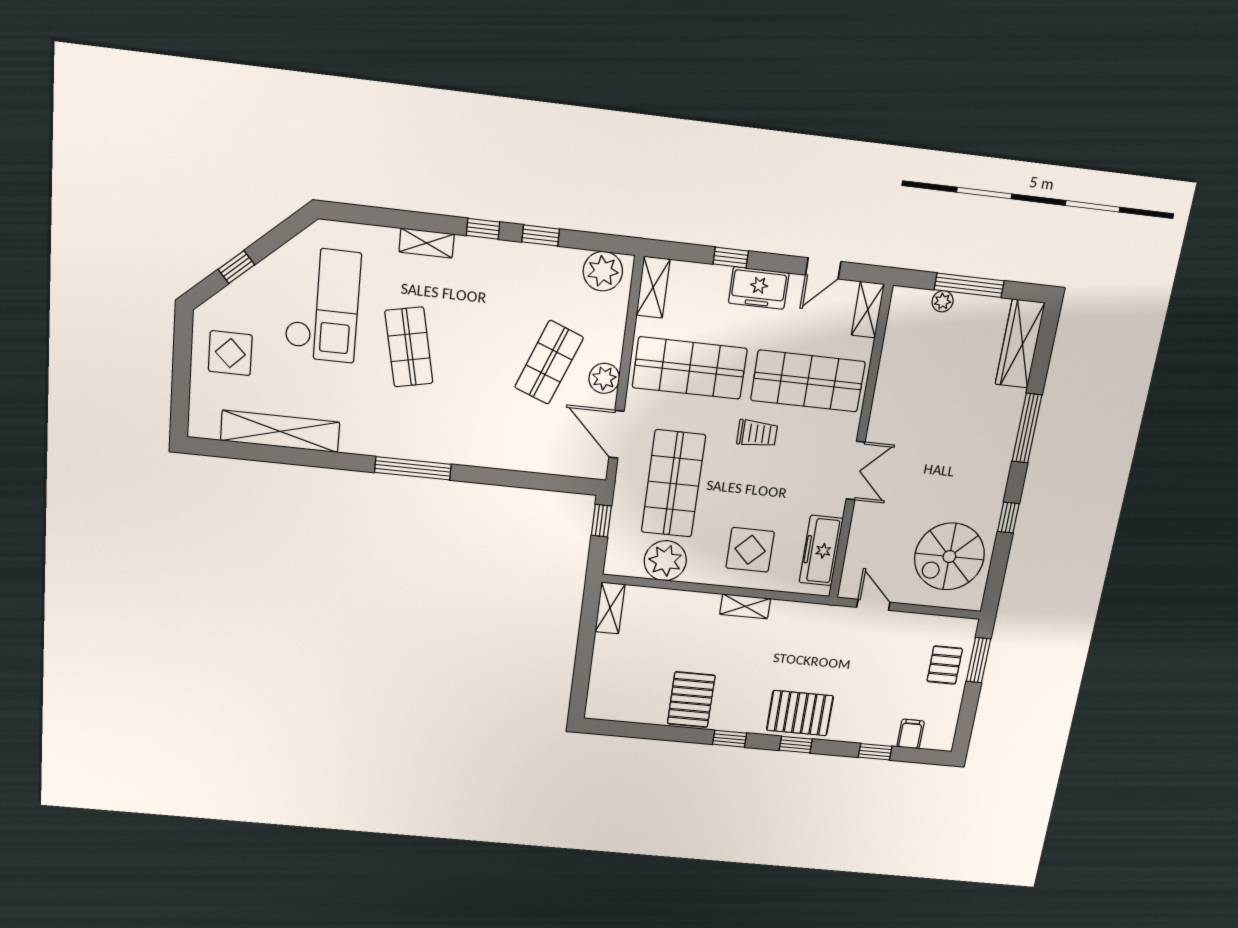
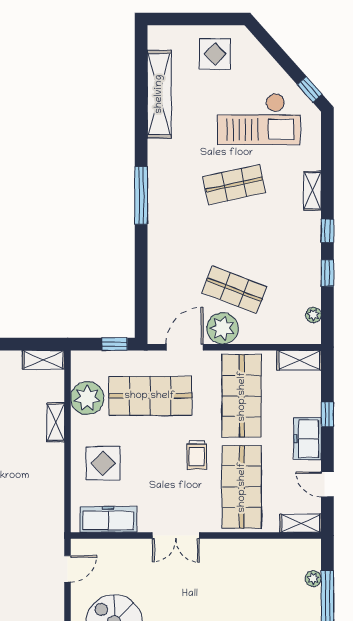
window: (236, 267) -> (310, 89), moved
plant: (603, 271) -> (313, 315), width x0.53, depth x0.53
plant: (604, 378) -> (222, 328), width x1.36, depth x1.36
shelving: (745, 606) -> (56, 422), moved

